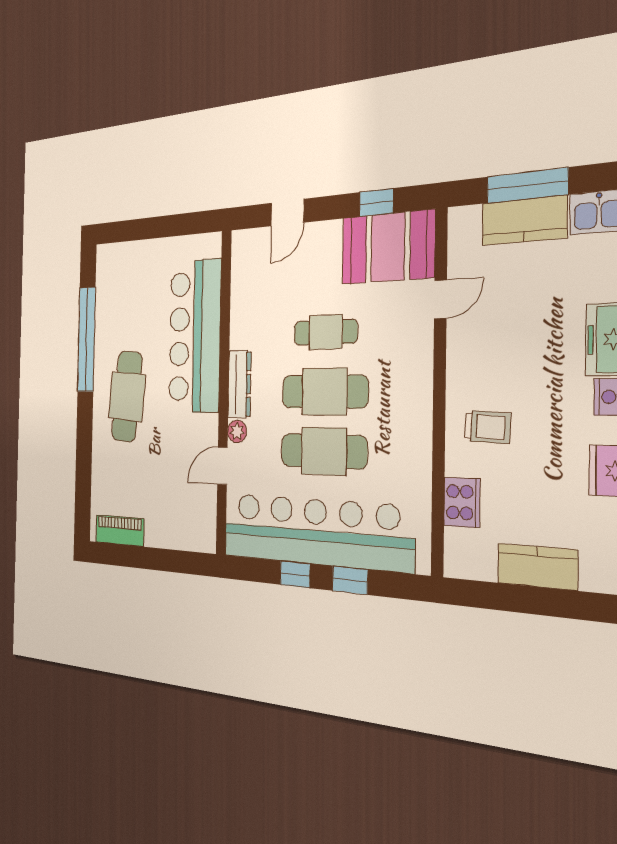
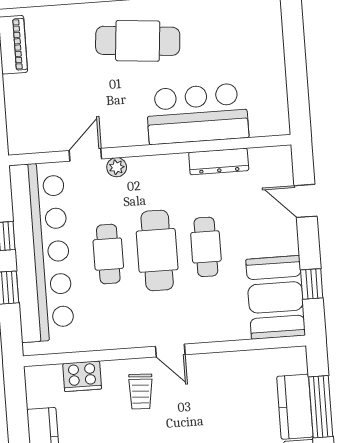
door: (440, 299) -> (170, 351), moved
bar counter: (195, 336) -> (197, 114), width x0.73
dresser: (240, 384) -> (219, 161), moved
cafe table: (324, 451) -> (108, 254), width x0.73, depth x0.74
door: (222, 466) -> (85, 155), hinge flipped

